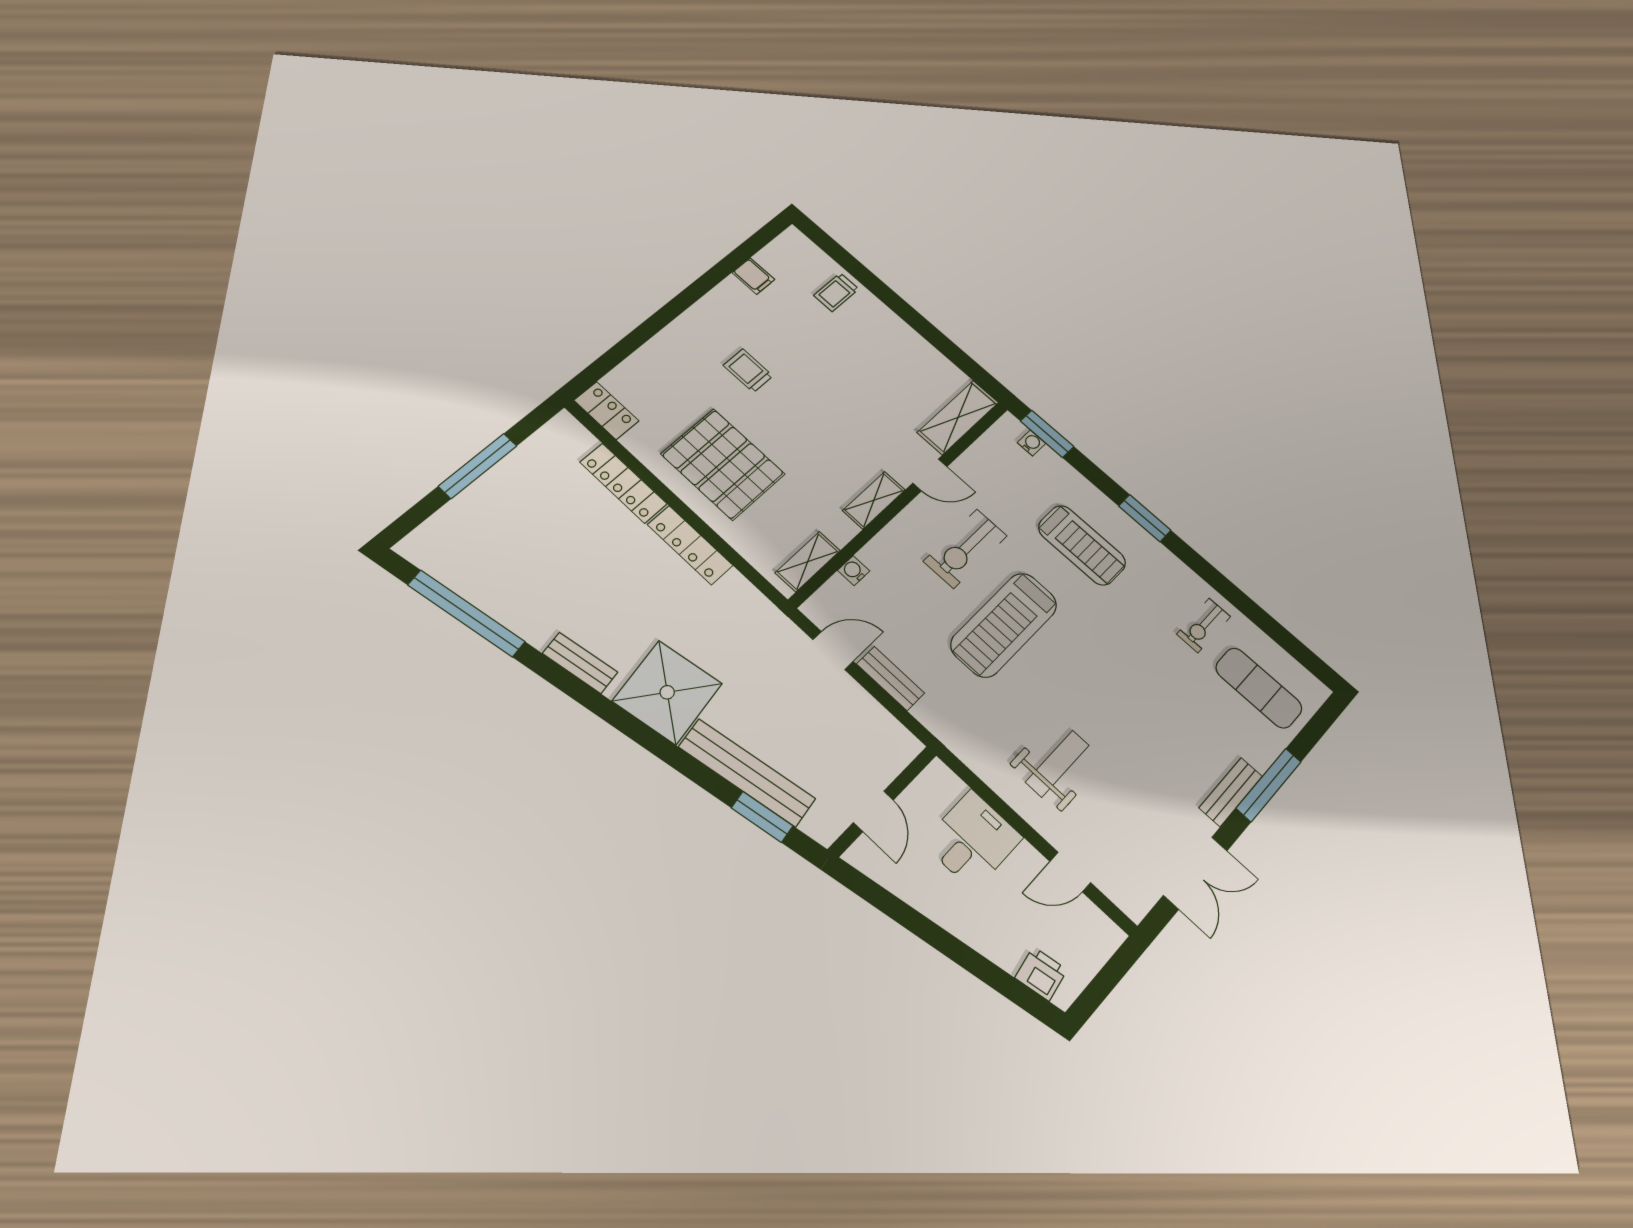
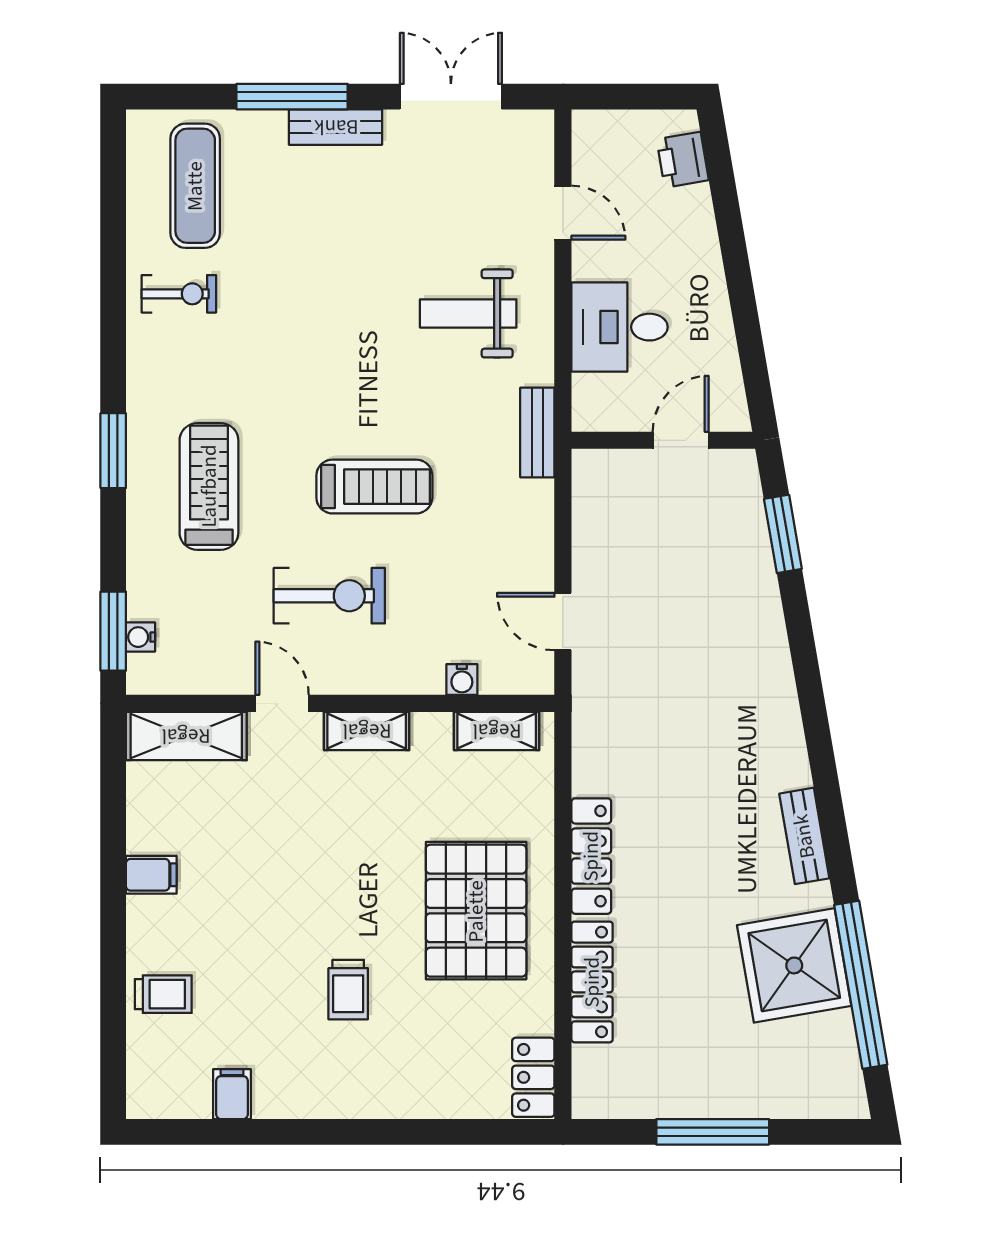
filing cabinet: (902, 340) -> (151, 875), added
treadmill: (1004, 625) -> (374, 487), width x0.73, depth x0.73
bench: (891, 678) -> (537, 432), moved
shower: (667, 692) -> (794, 965), moved
bench: (747, 773) -> (757, 587), removed

